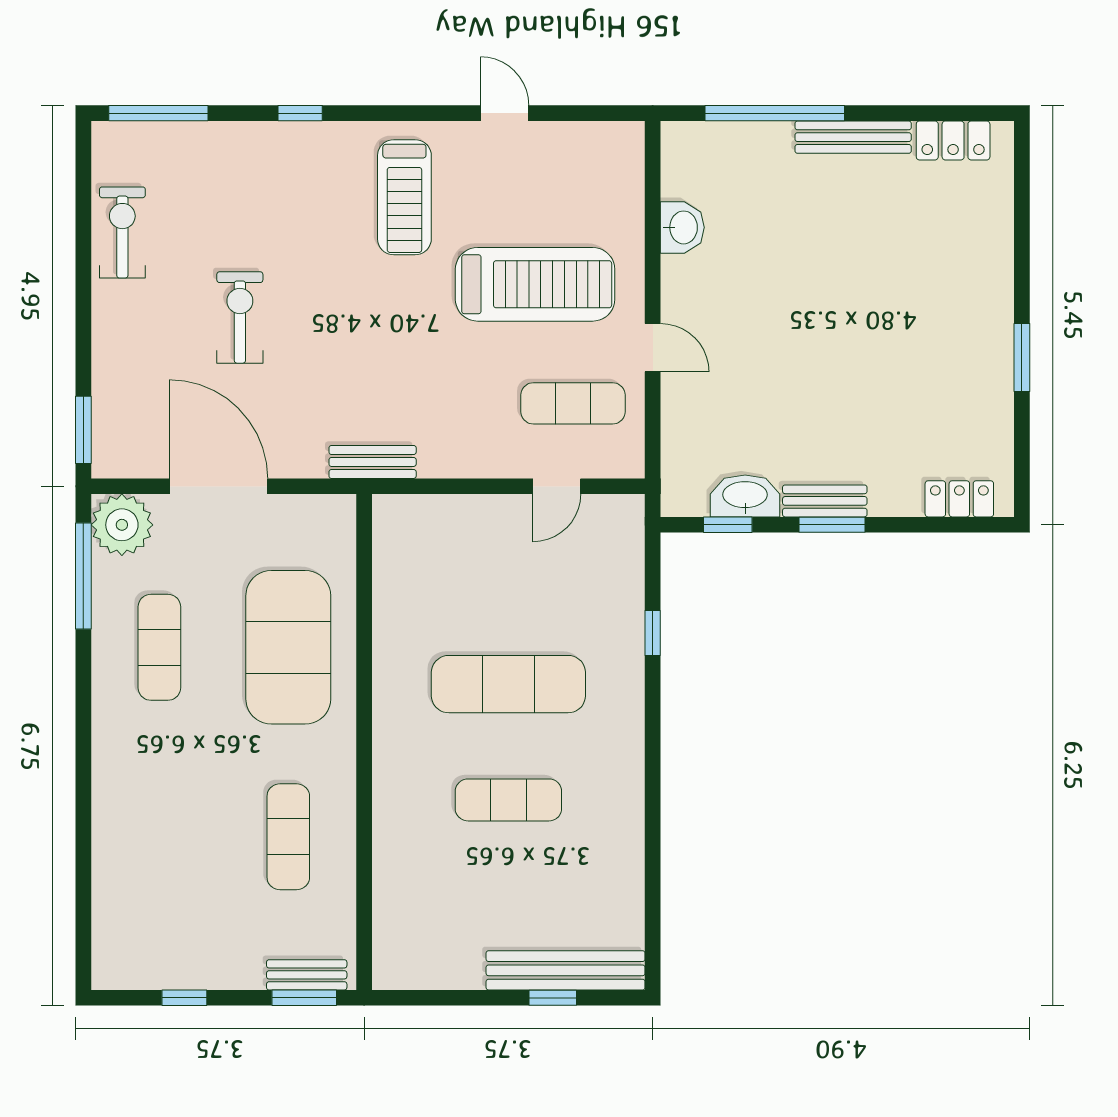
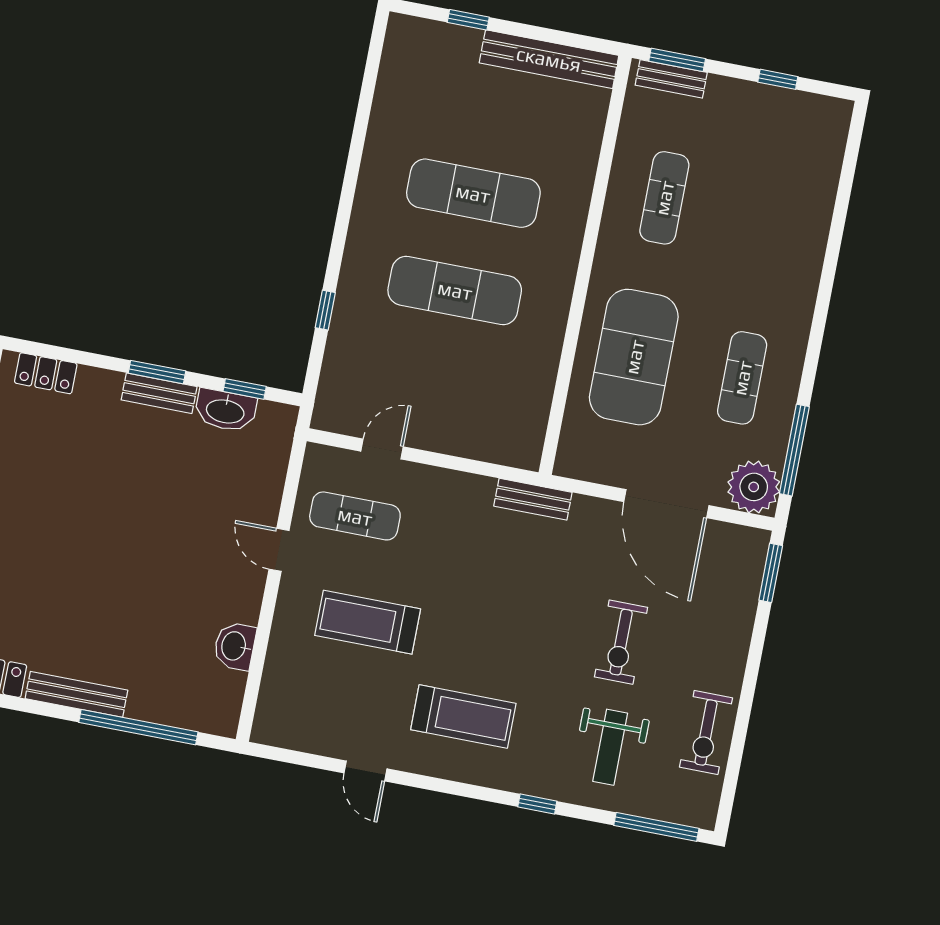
weight bench: (229, 194) -> (610, 747), added
treadmill: (404, 197) -> (463, 716), turned 90
treadmill: (535, 284) -> (368, 622), width x0.73, depth x0.73
exercise mat: (508, 800) -> (473, 193), width x1.36, depth x1.45
bench: (566, 970) -> (549, 59), moved

